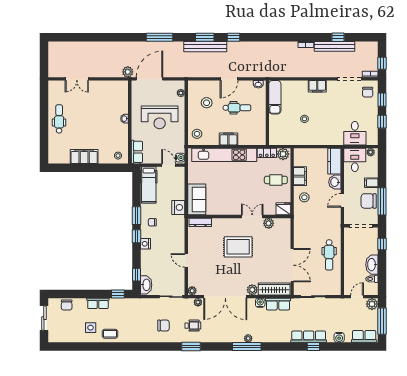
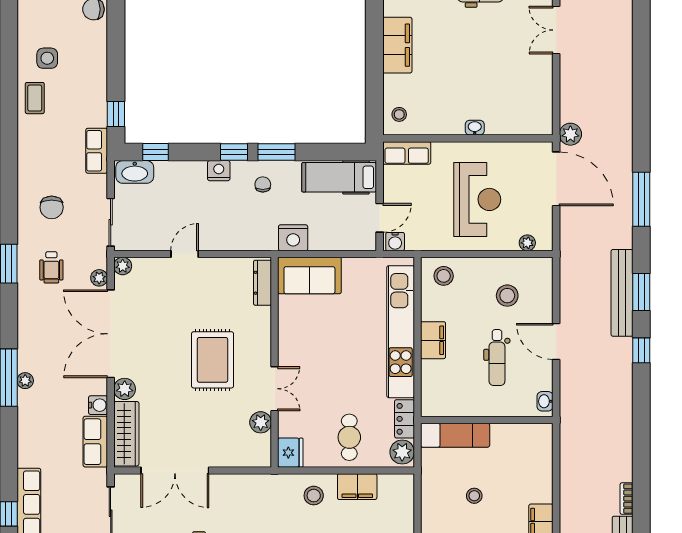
exam couch: (275, 97) -> (455, 435), moved
reception desk: (160, 117) -> (477, 199), turned 180
row of seats: (98, 303) -> (97, 151), moved

